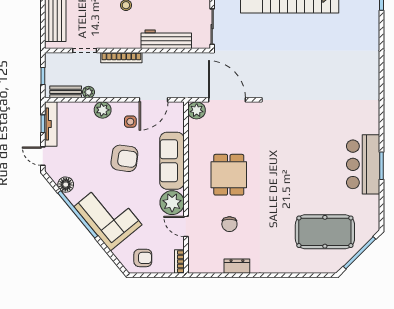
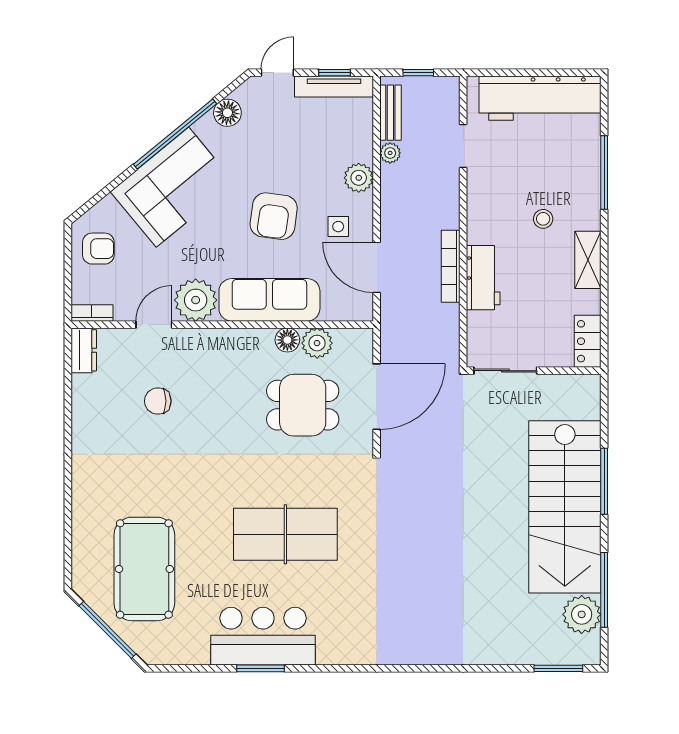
workbench: (166, 39) -> (483, 278), width x0.73
bookcase: (121, 58) -> (451, 266), moved
plant: (197, 110) -> (317, 343), moved
floor lamp: (195, 150) -> (287, 340), added
table tennis table: (305, 152) -> (285, 534), added
dining table: (229, 175) -> (303, 405), moved
armchair: (143, 258) -> (98, 249), turned -90
dresser: (237, 266) -> (84, 350), moved

